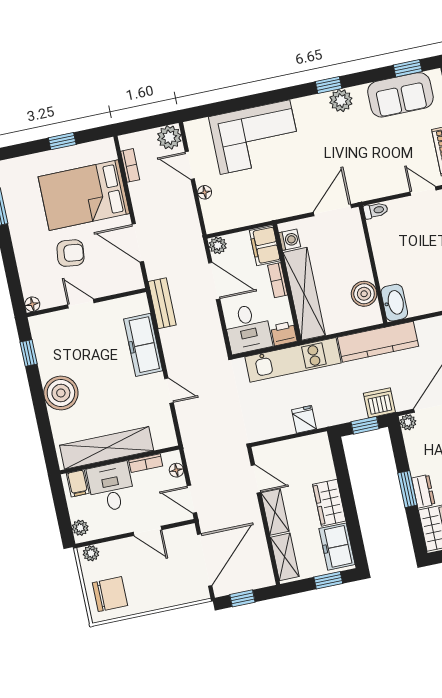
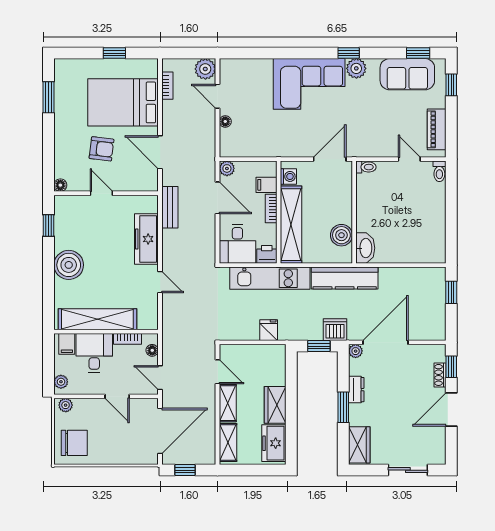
corner sofa: (255, 137) -> (309, 84), moved
filing cabinet: (265, 246) -> (266, 185), width x0.50
dresser: (423, 491) -> (356, 390), moved
window: (328, 580) -> (261, 470), removed

